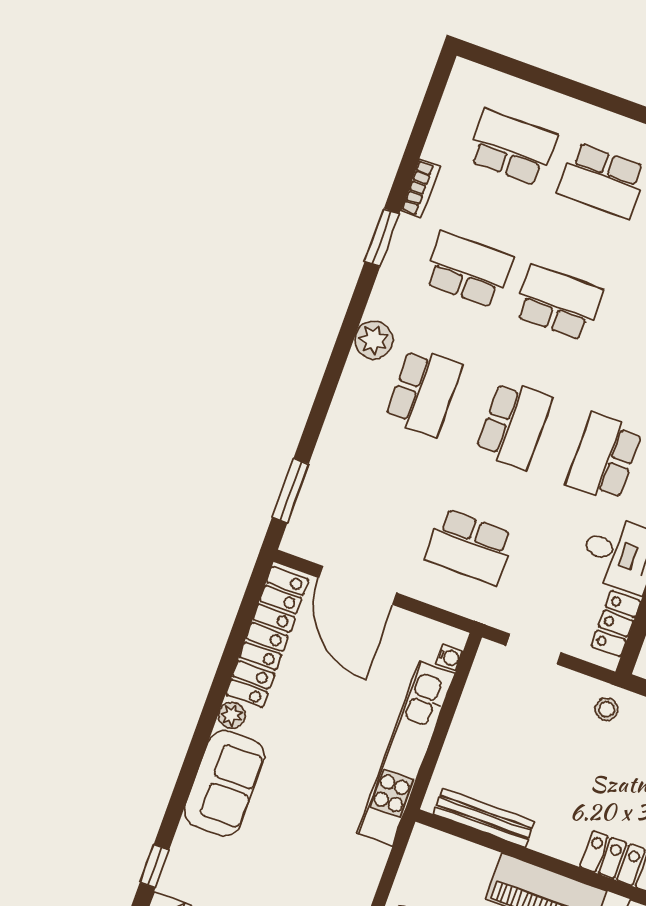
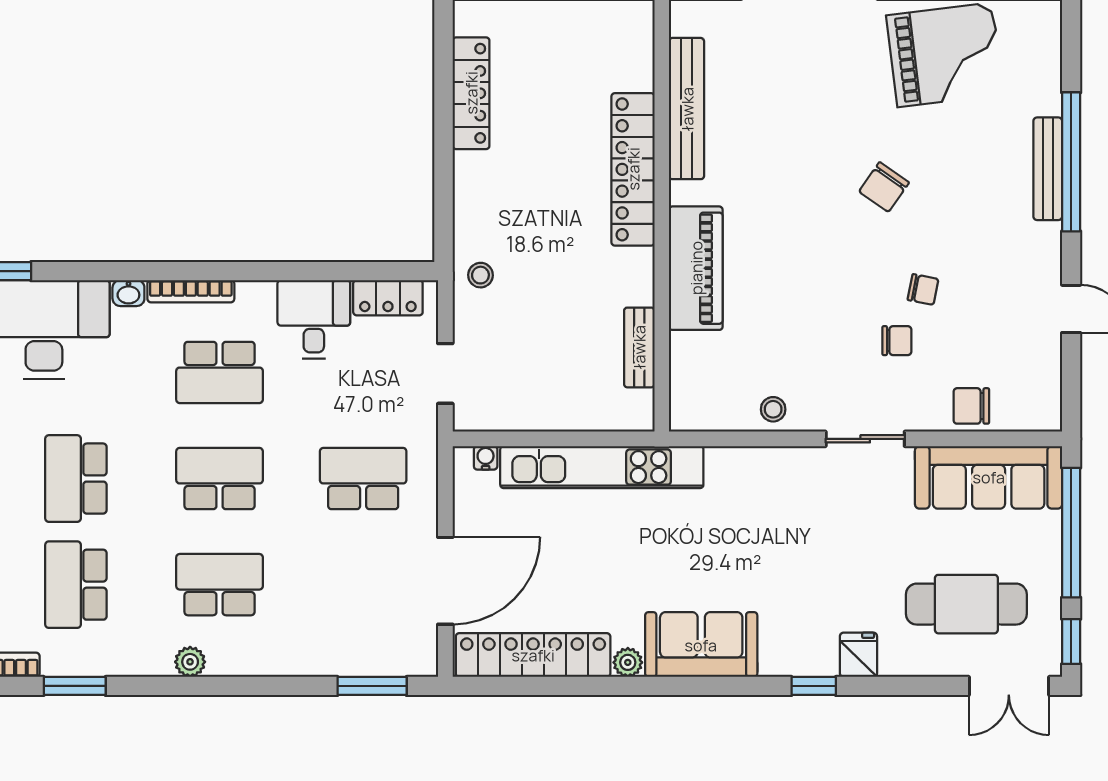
plant: (374, 340) -> (190, 662), width x0.73, depth x0.73
school desk: (470, 547) -> (363, 479), turned -90
bench: (484, 818) -> (639, 347), width x0.73

